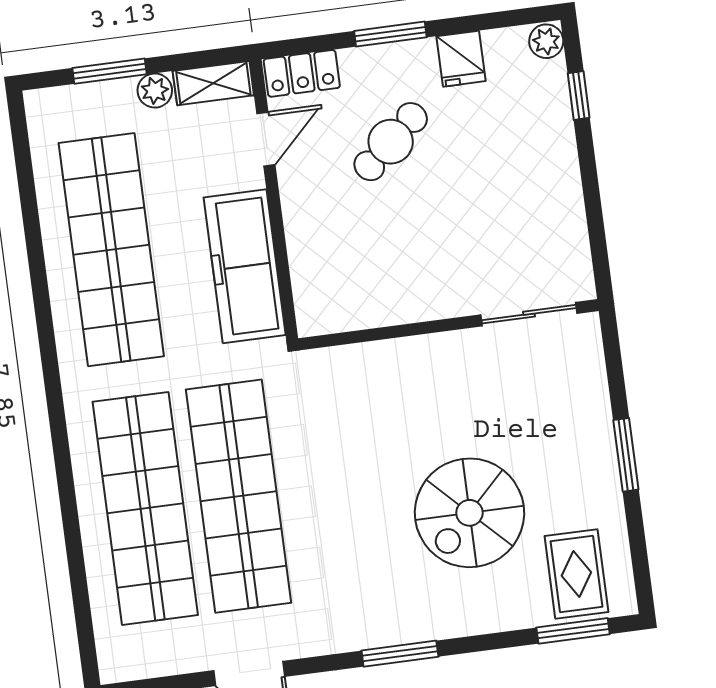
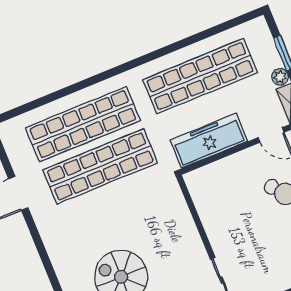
window: (400, 654) -> (46, 262), removed

